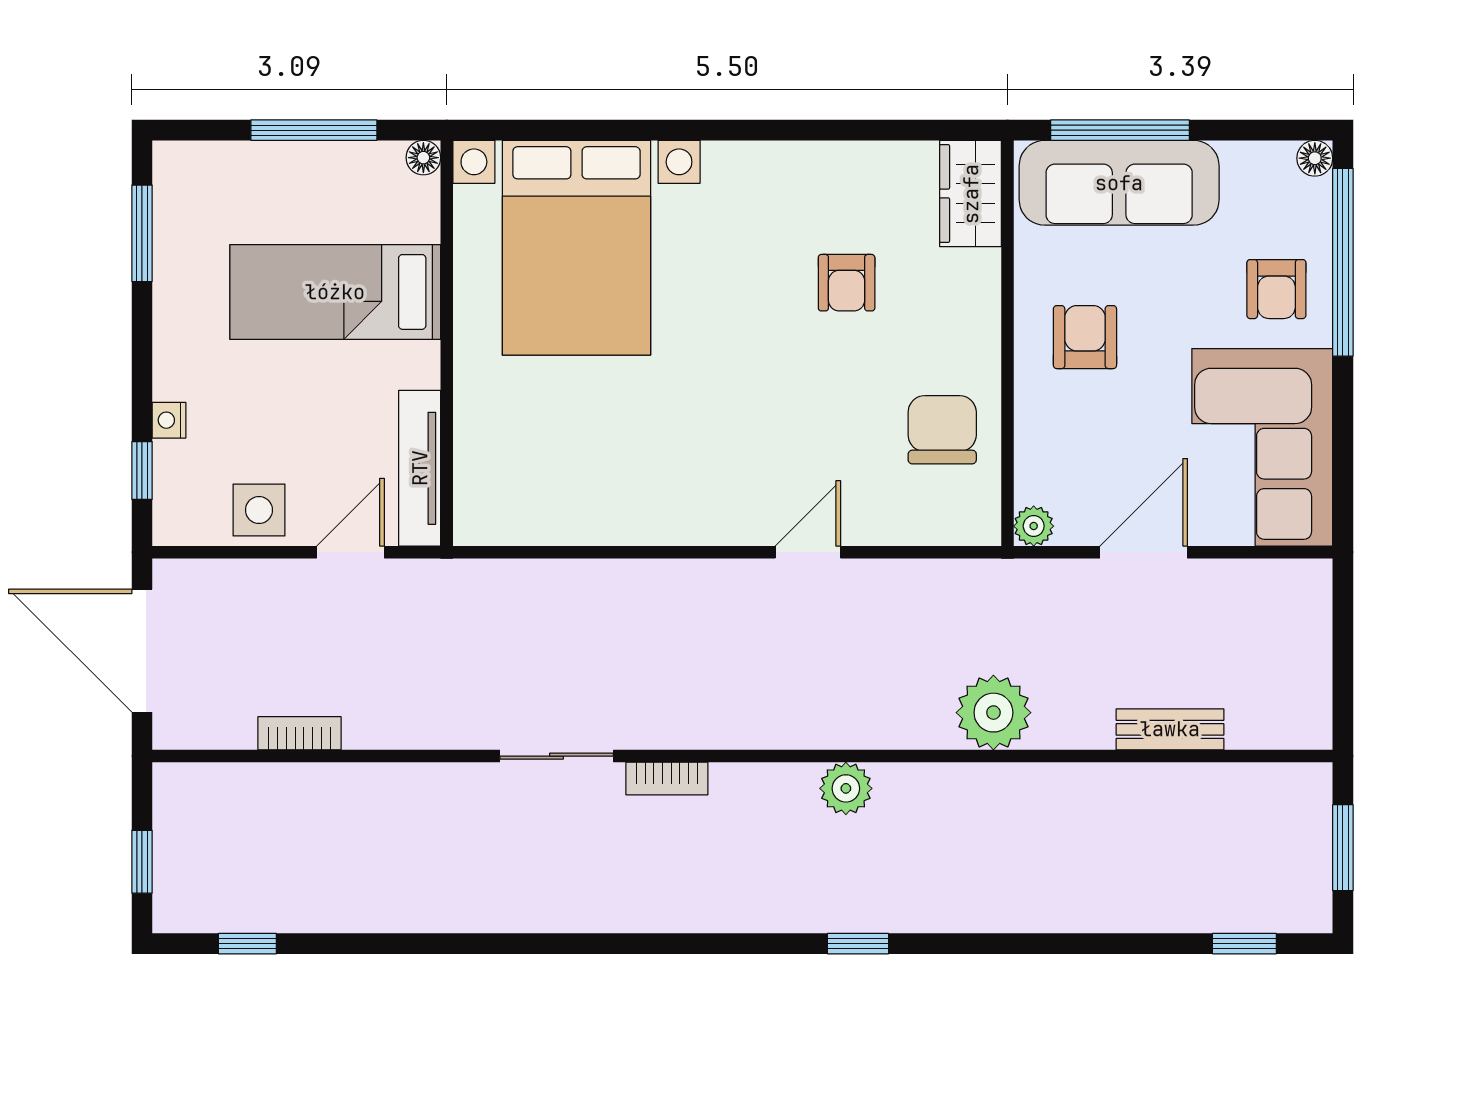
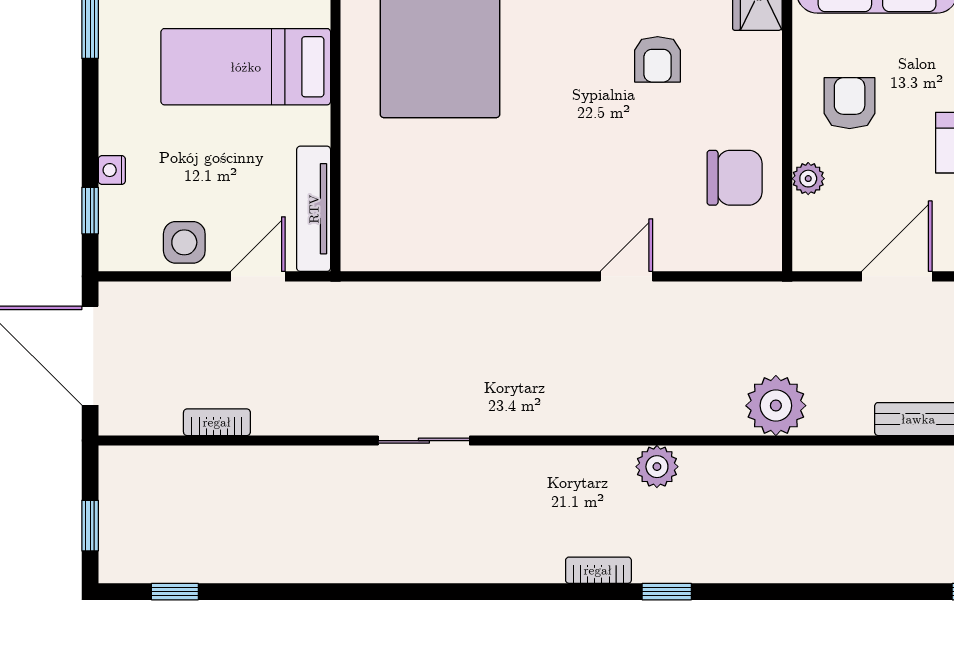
chair: (942, 430) -> (735, 178), turned 90
plant: (1034, 526) -> (808, 179), moved
bookcase: (667, 779) -> (598, 570), moved, turned 180

